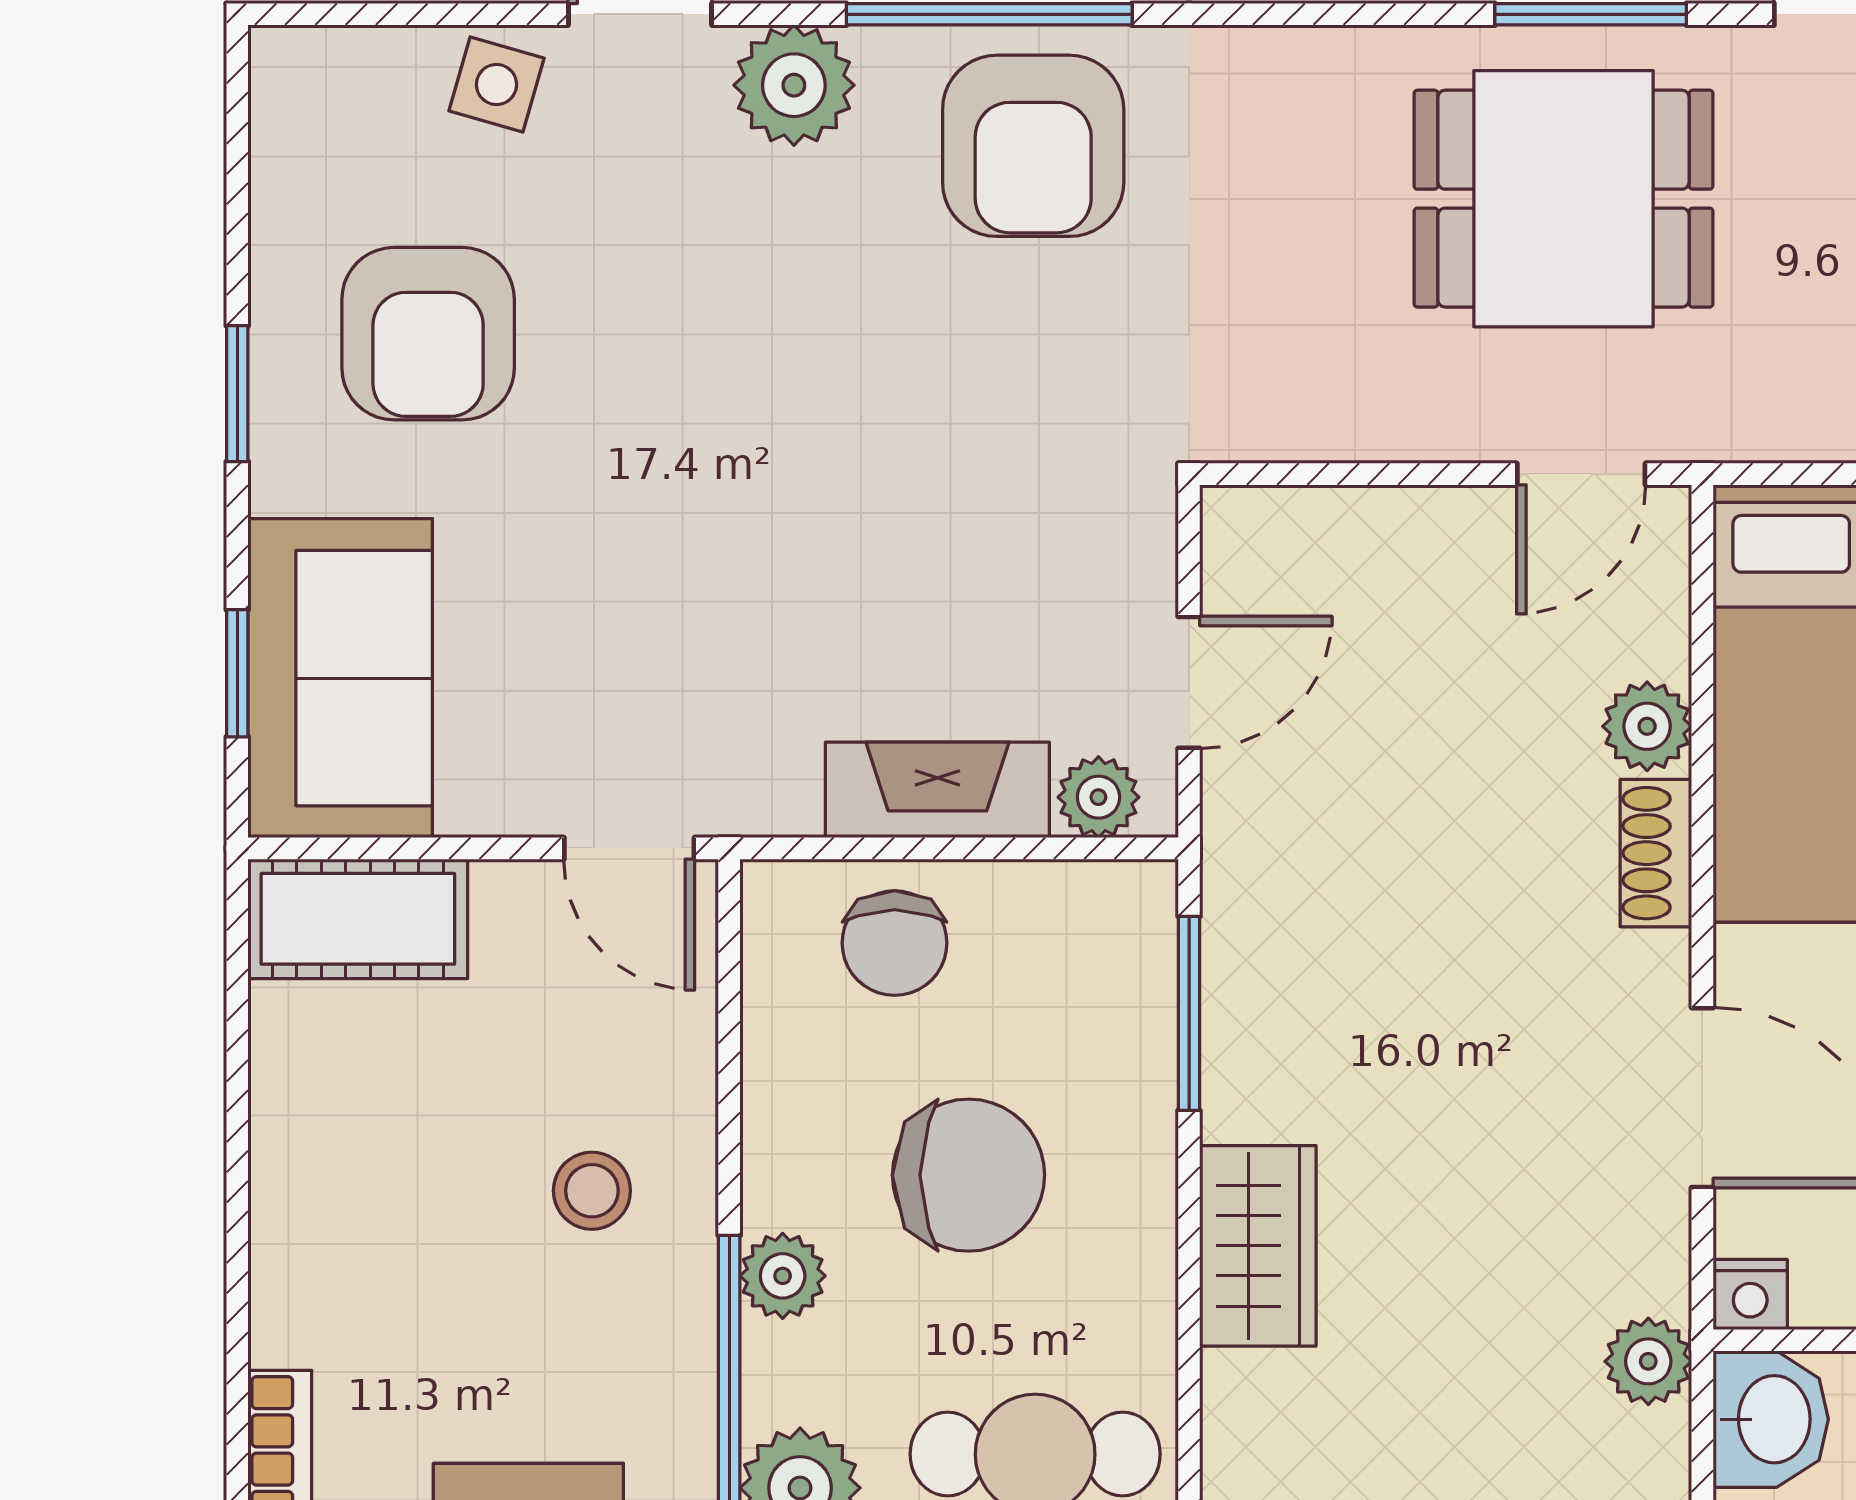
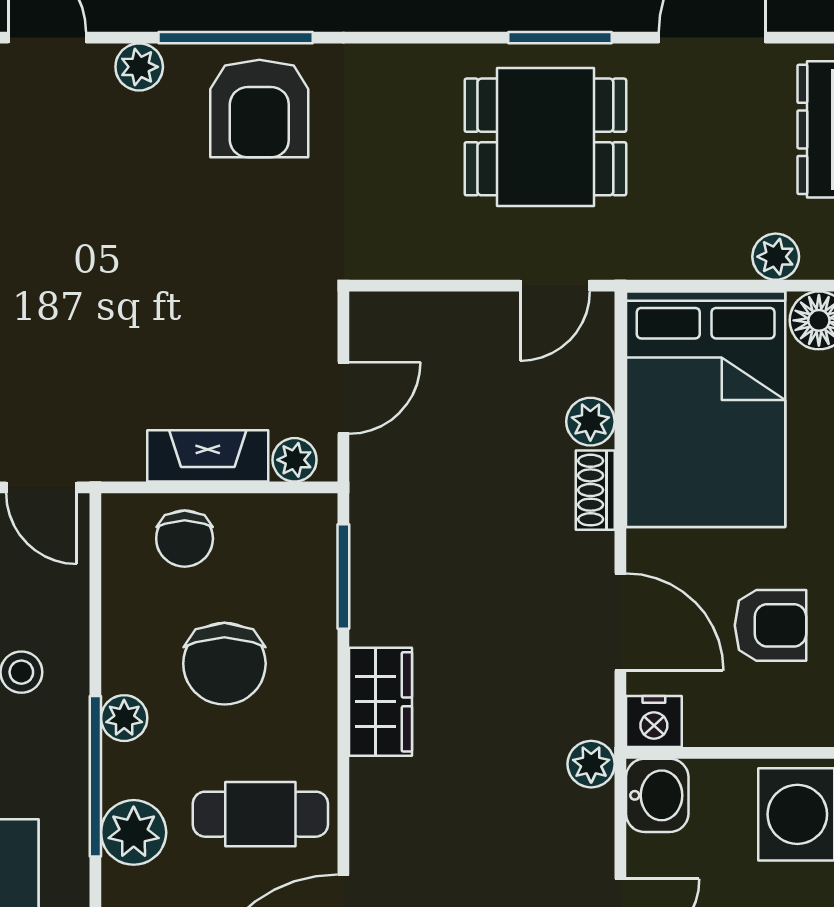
plant: (794, 85) -> (139, 67), width x0.73, depth x0.73
chair: (969, 1175) -> (224, 664), turned 90
nightstand: (1750, 1295) -> (654, 721), width x1.39, depth x1.35

